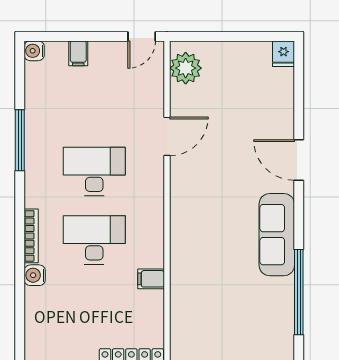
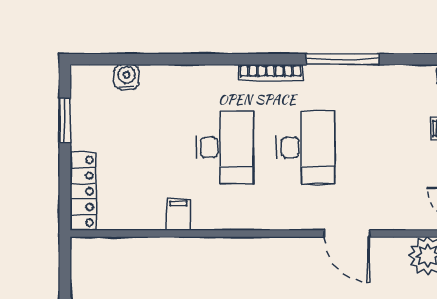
bookcase: (31, 236) -> (270, 73), moved
water cooler: (35, 275) -> (127, 77), moved

